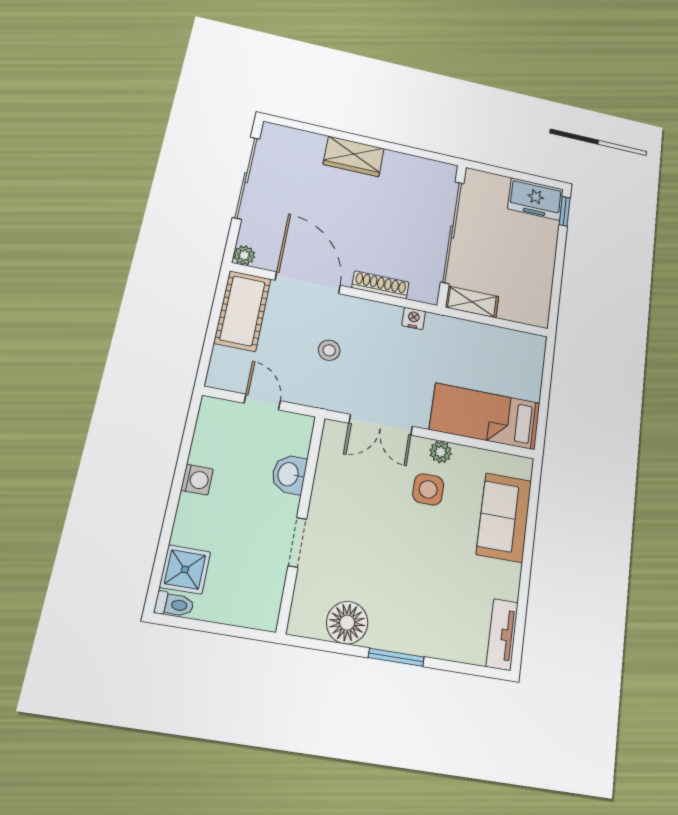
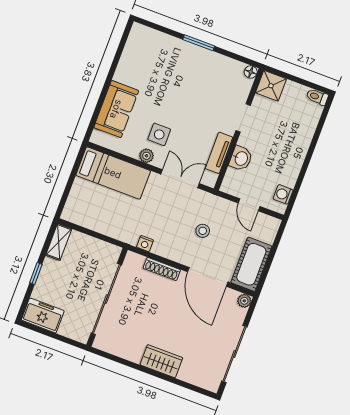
window: (565, 211) -> (36, 273), moved
shelving: (472, 302) -> (59, 242), moved, turned 90
washing machine: (197, 480) -> (283, 194), moved
shower: (185, 570) -> (271, 86), moved
floor lamp: (347, 623) -> (251, 72), moved, width x0.53, depth x0.53
tv unit: (502, 634) -> (219, 153), moved, turned 180

